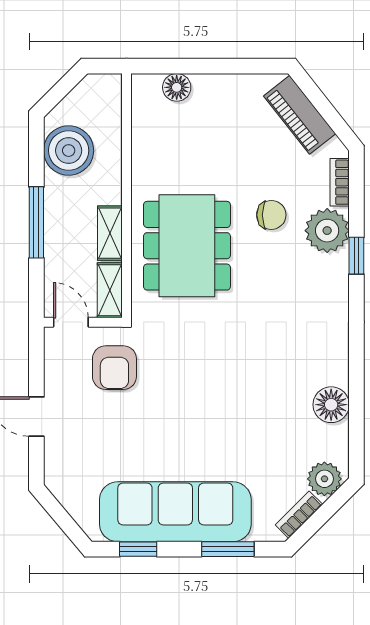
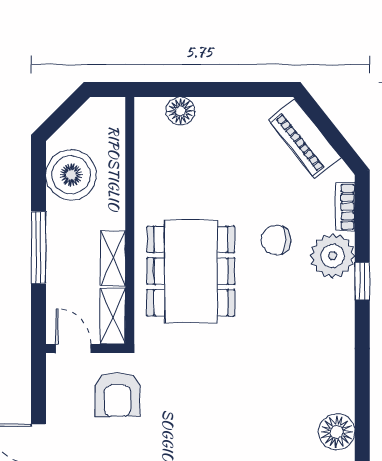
chair: (271, 215) -> (276, 240), turned 180

